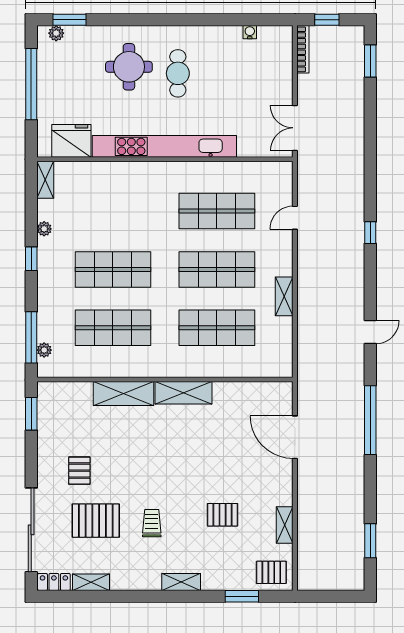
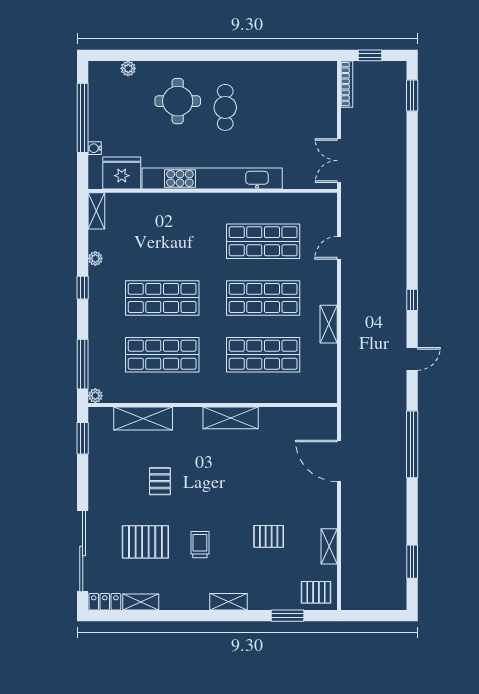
window: (70, 20) -> (120, 55), removed
water cooler: (250, 32) -> (95, 148), moved, turned -90
plant: (56, 33) -> (128, 68), moved
window: (370, 233) -> (412, 300), moved
plant: (44, 350) -> (95, 396), moved
shelving: (124, 394) -> (143, 419), moved
pallet: (79, 471) -> (160, 481), moved

